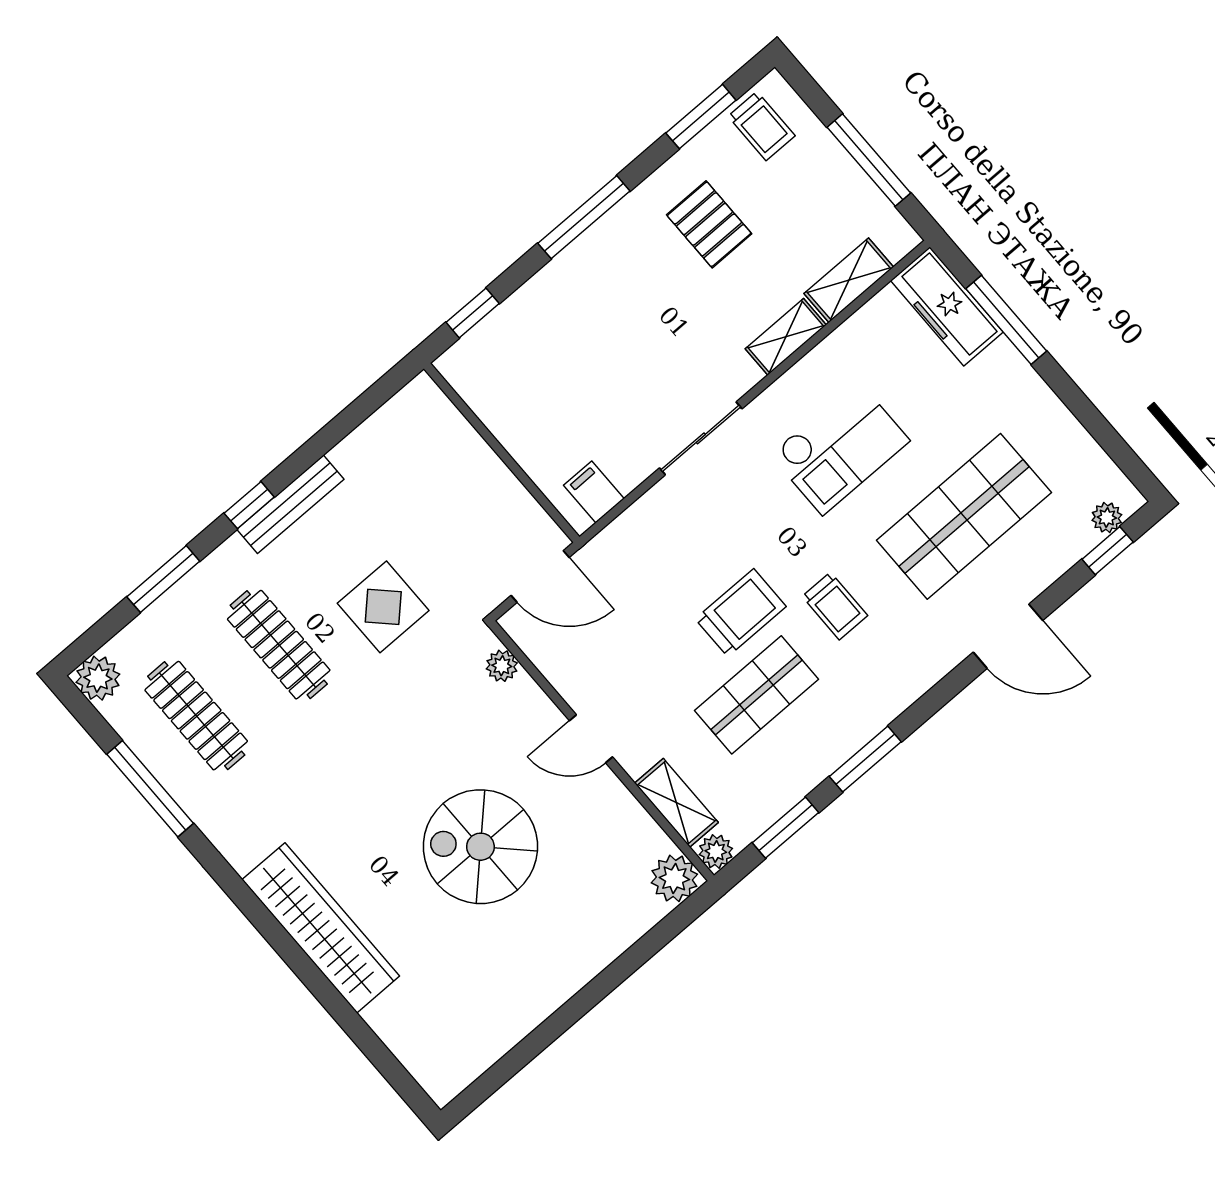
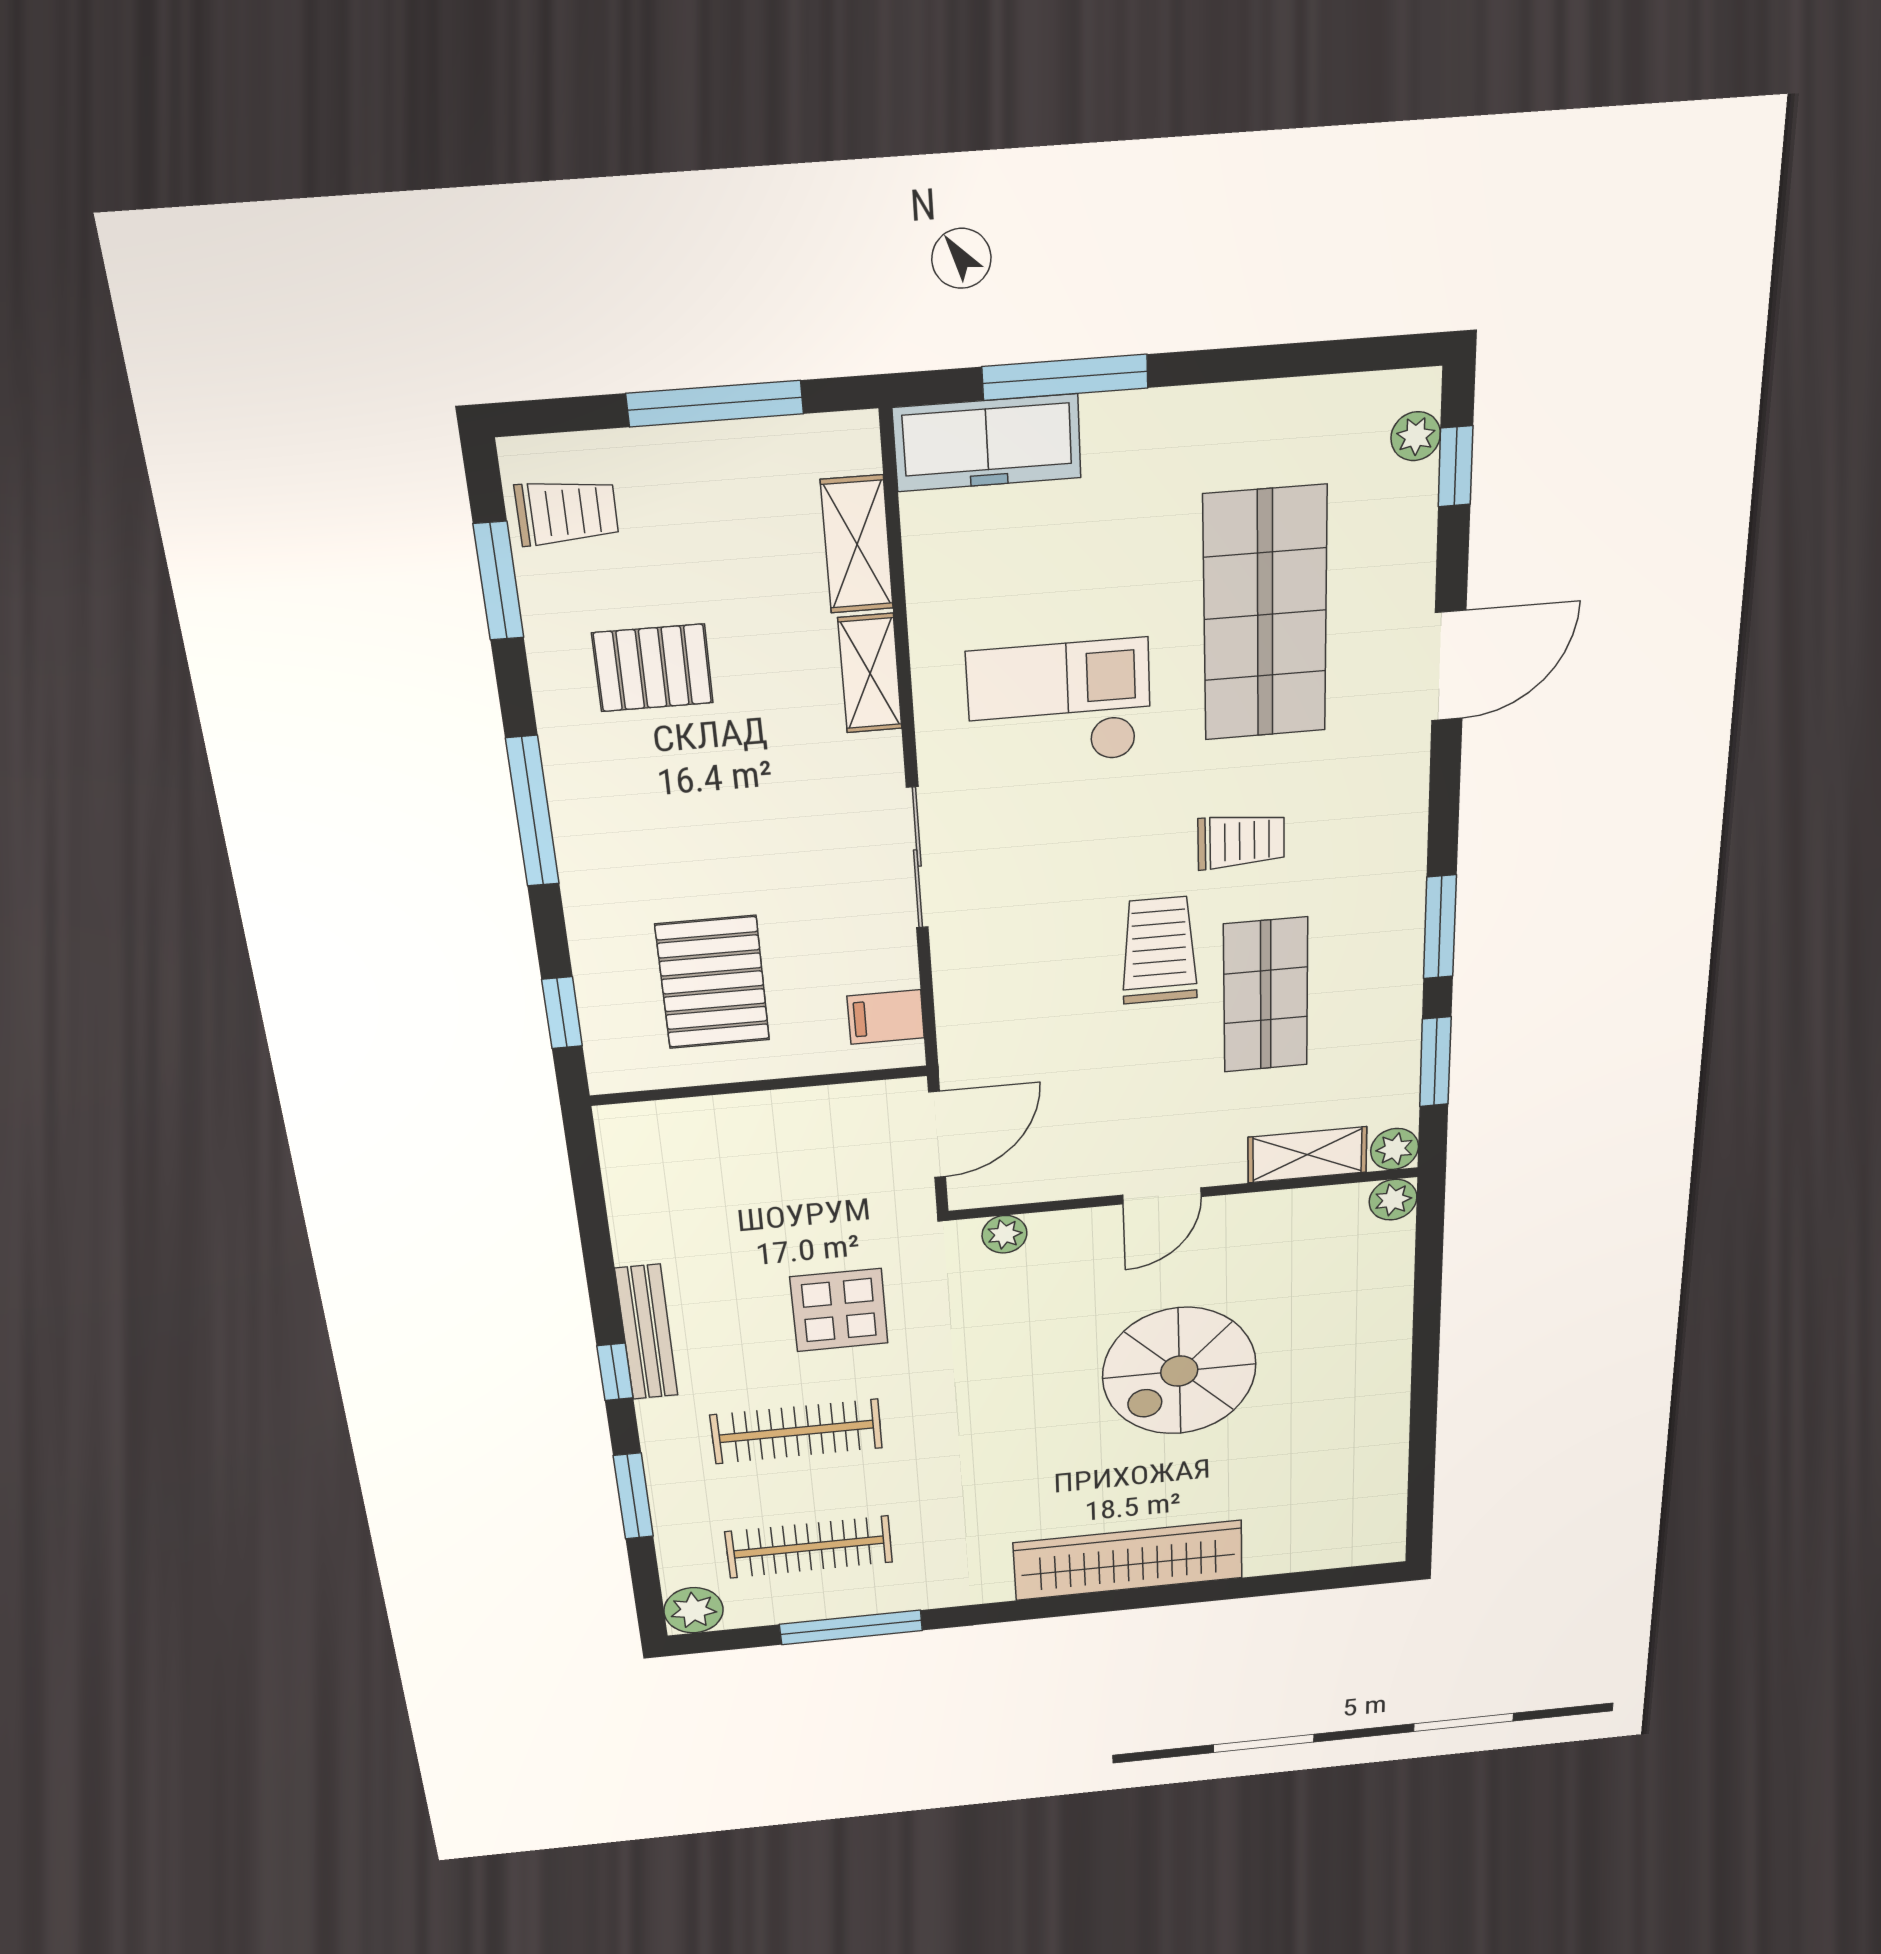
pallet: (549, 382) -> (713, 982), added
checkout: (840, 447) -> (1059, 704), turned -90
plant: (674, 878) -> (1393, 1200), width x0.73, depth x0.73

